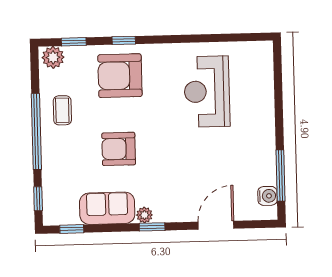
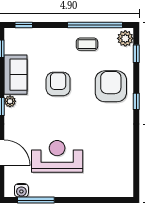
window: (124, 40) -> (136, 101), moved
reception desk: (207, 92) -> (57, 156), moved
window: (36, 132) -> (95, 25), moved

